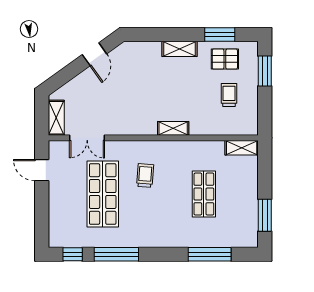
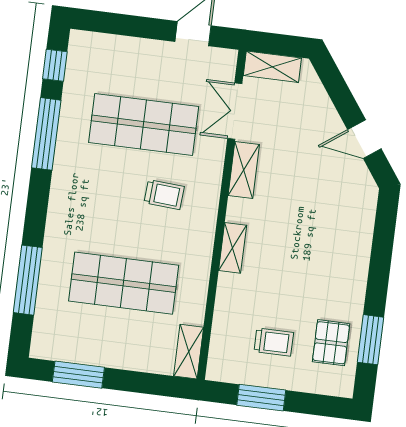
shelving: (179, 49) -> (244, 170), moved
window: (265, 71) -> (261, 398), moved
shop shelf: (204, 194) -> (124, 283), width x1.43, depth x1.36

